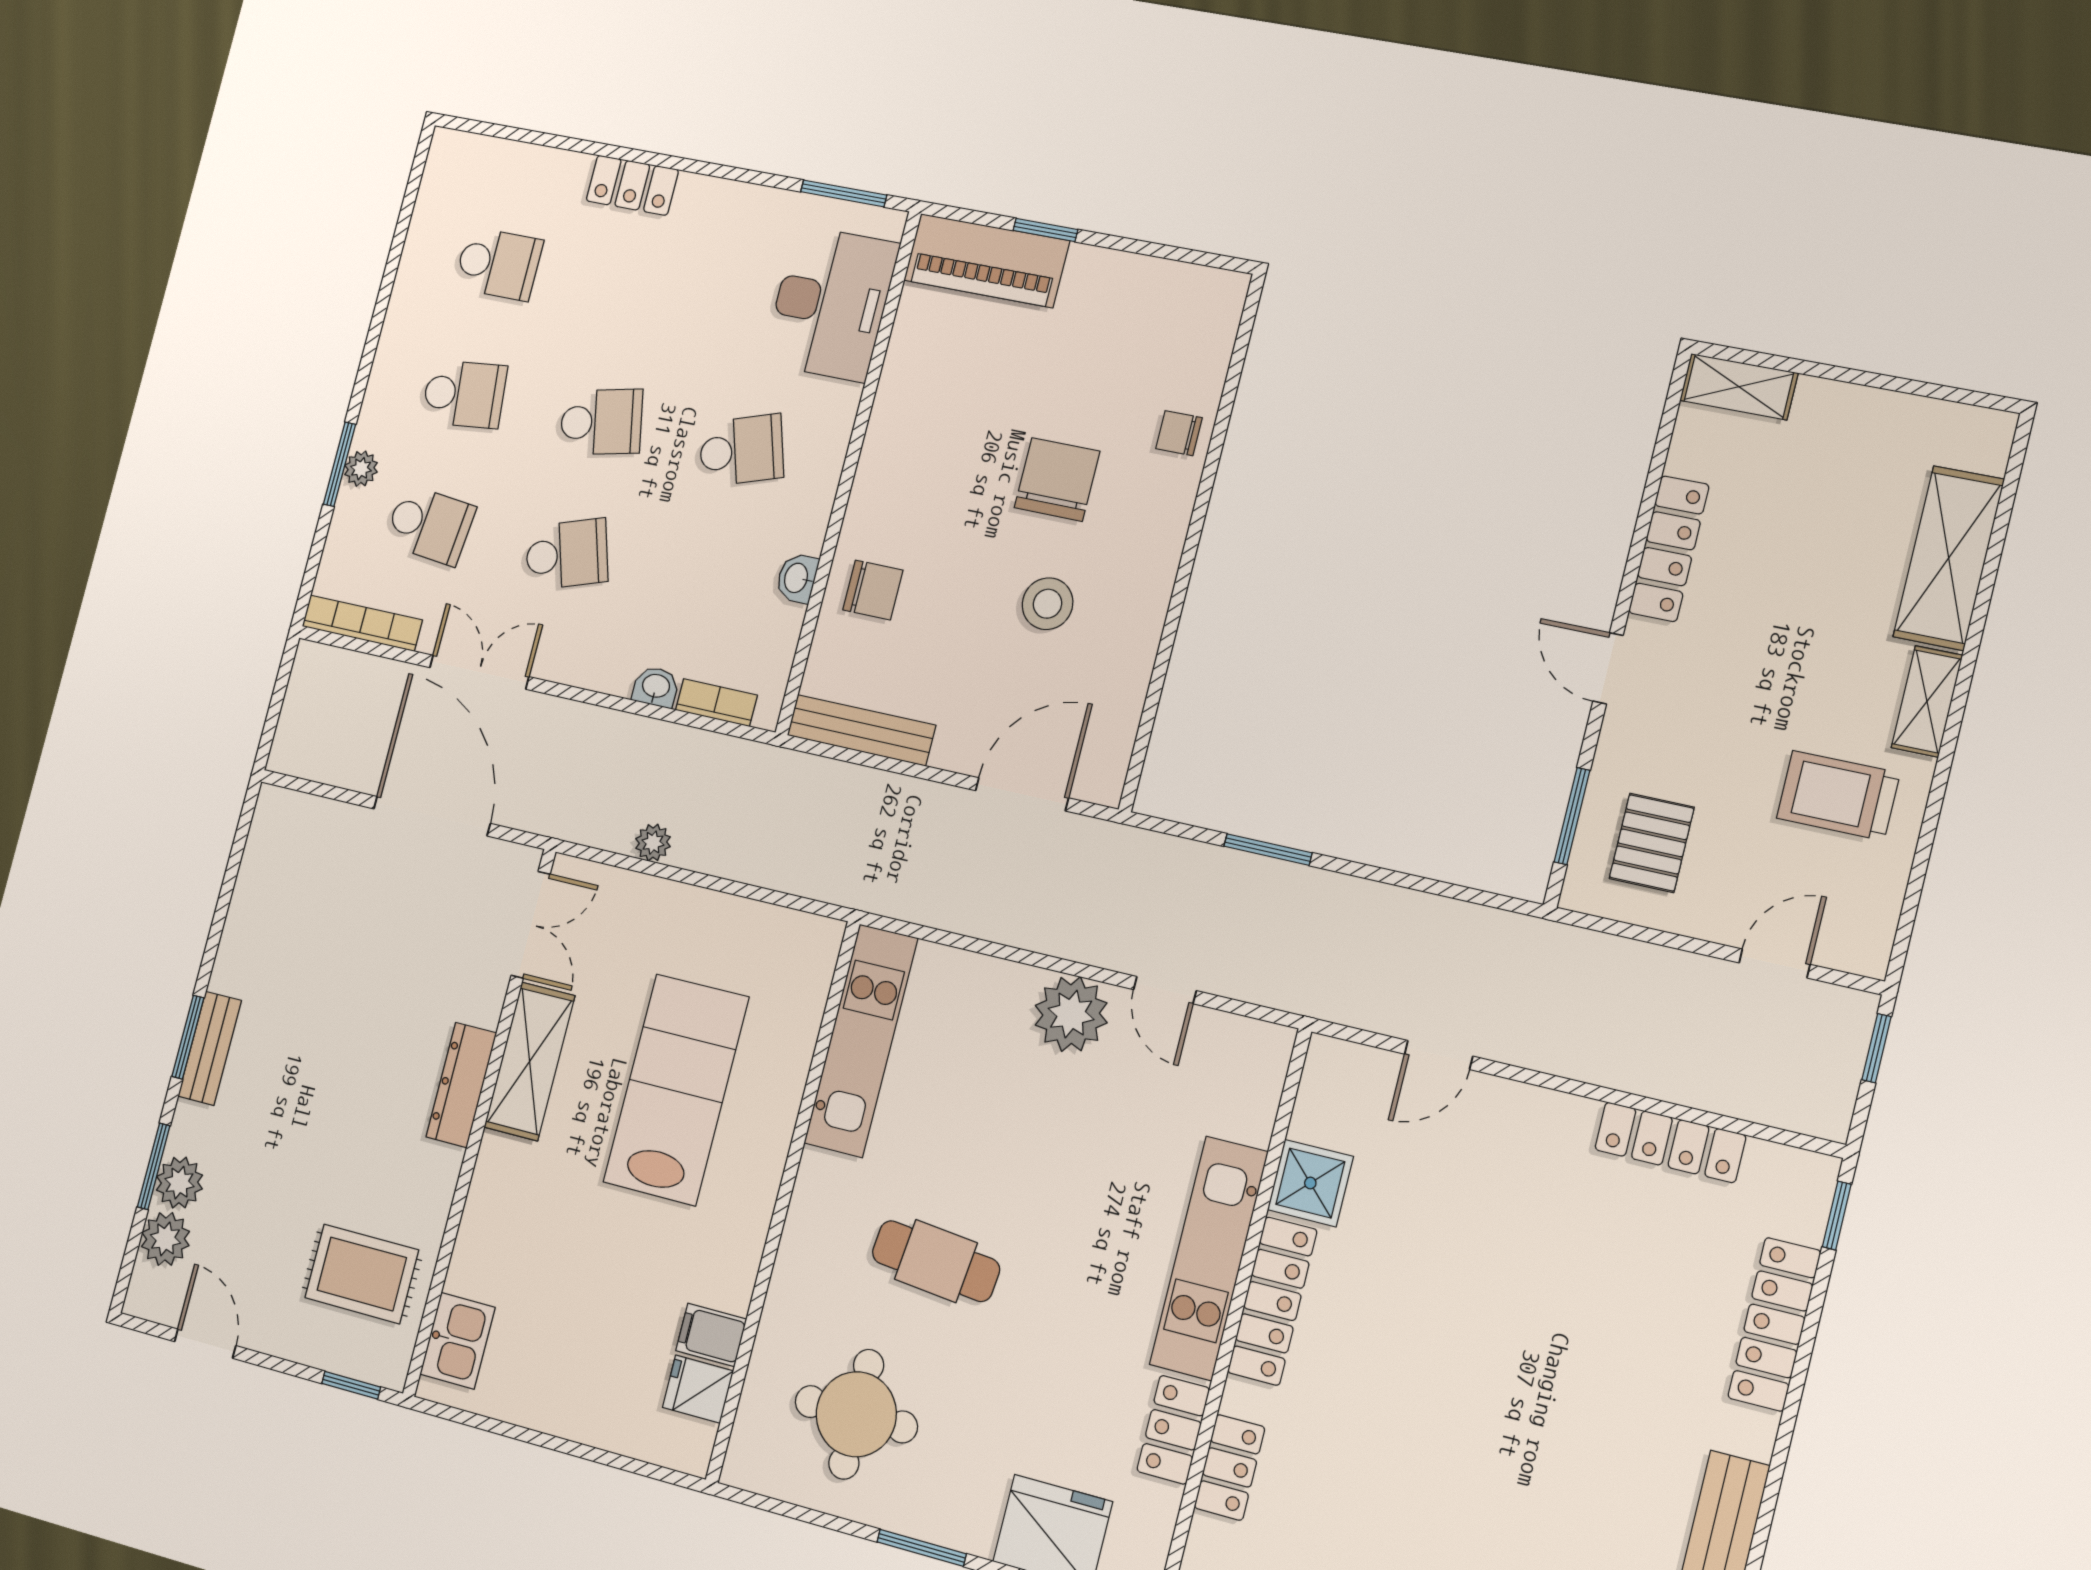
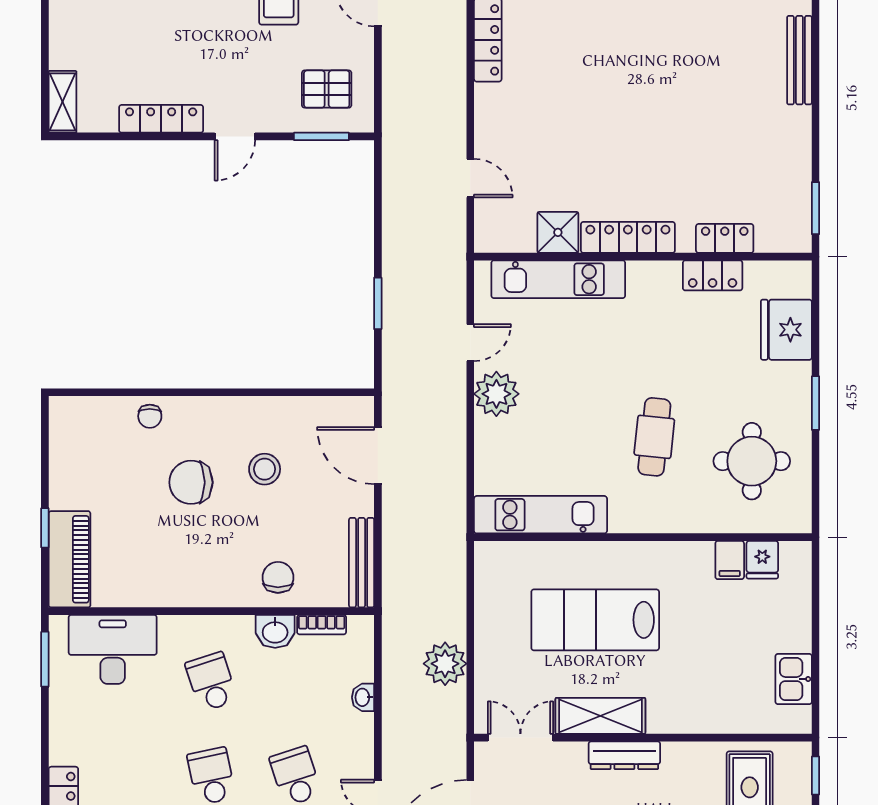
washbasin: (797, 578) -> (275, 631), width x1.38, depth x1.45
bookcase: (716, 703) -> (322, 625), moved, turned -90
plant: (653, 843) -> (445, 664), width x1.87, depth x1.87
kitchen unit: (1209, 1258) -> (558, 279), moved
kitchen sink: (458, 1341) -> (794, 679), moved, turned -90

